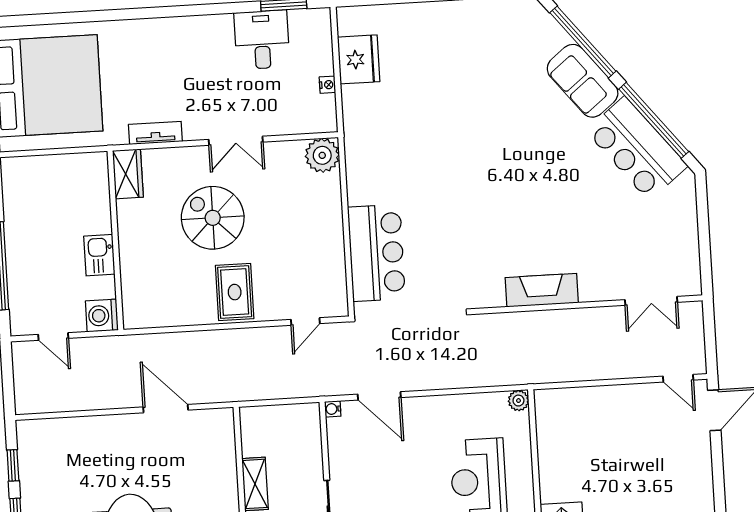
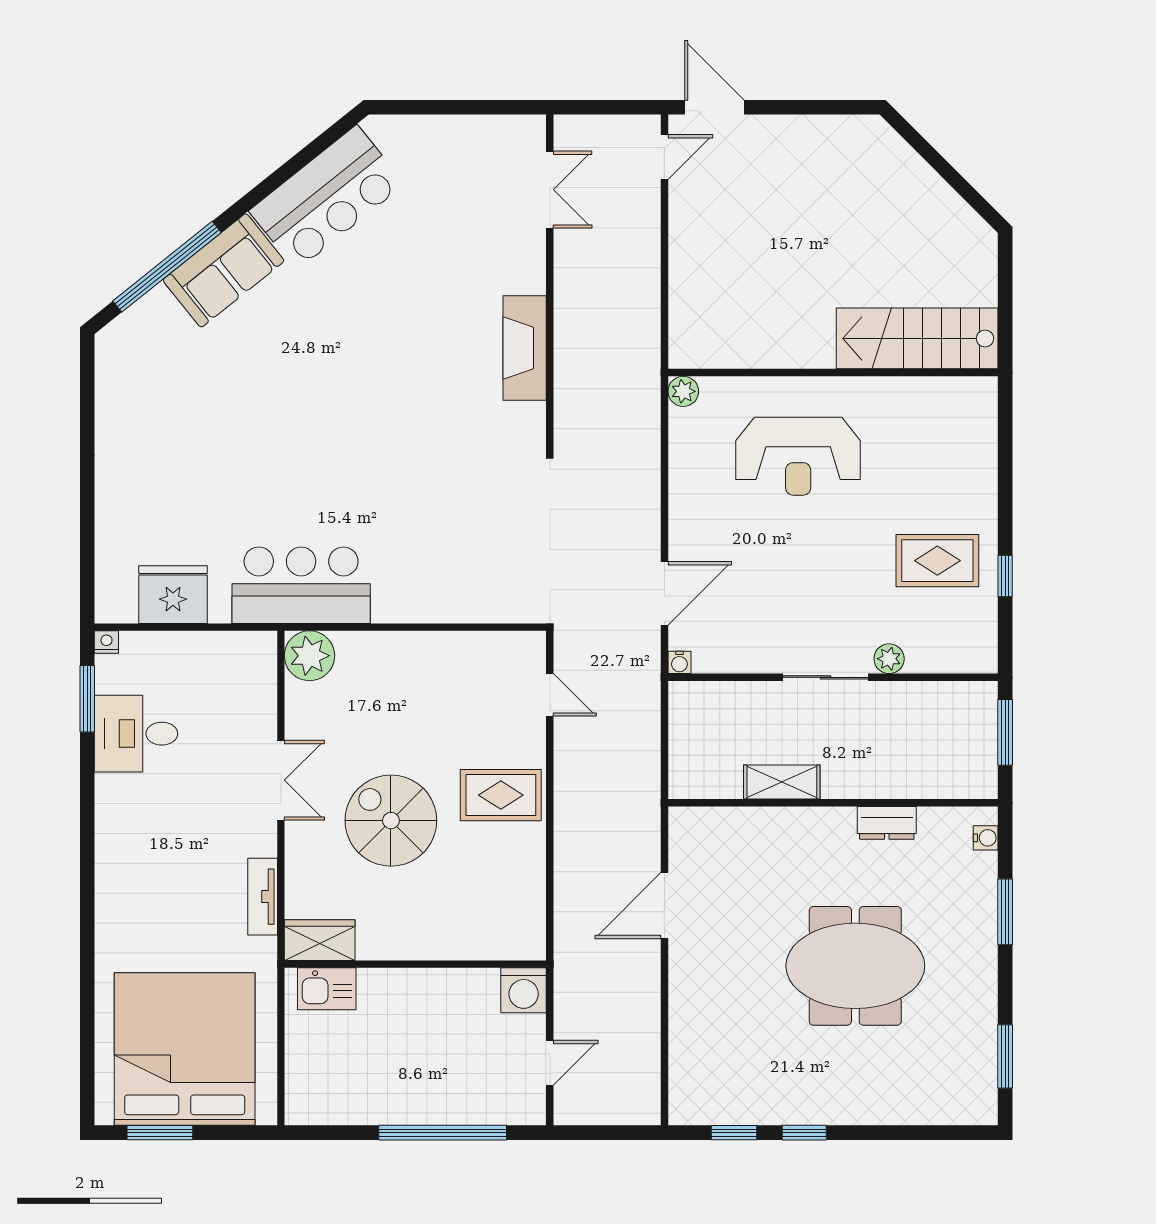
nightstand: (327, 85) -> (106, 642), moved
window: (654, 120) -> (287, 170), removed
spiral stairs: (213, 218) -> (391, 821), turned 90
bar counter: (376, 253) -> (301, 585), moved
kitchen sink: (99, 255) -> (327, 989), moved

